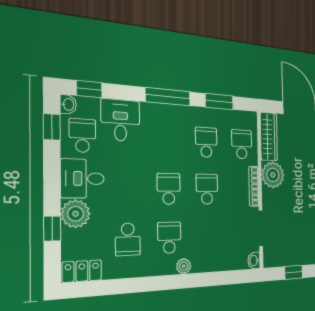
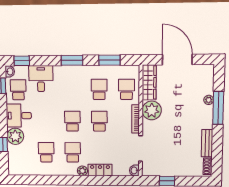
window: (168, 97) -> (72, 60), width x0.69
school desk: (128, 239) -> (46, 152), turned 180
locker: (82, 271) -> (100, 170), moved

